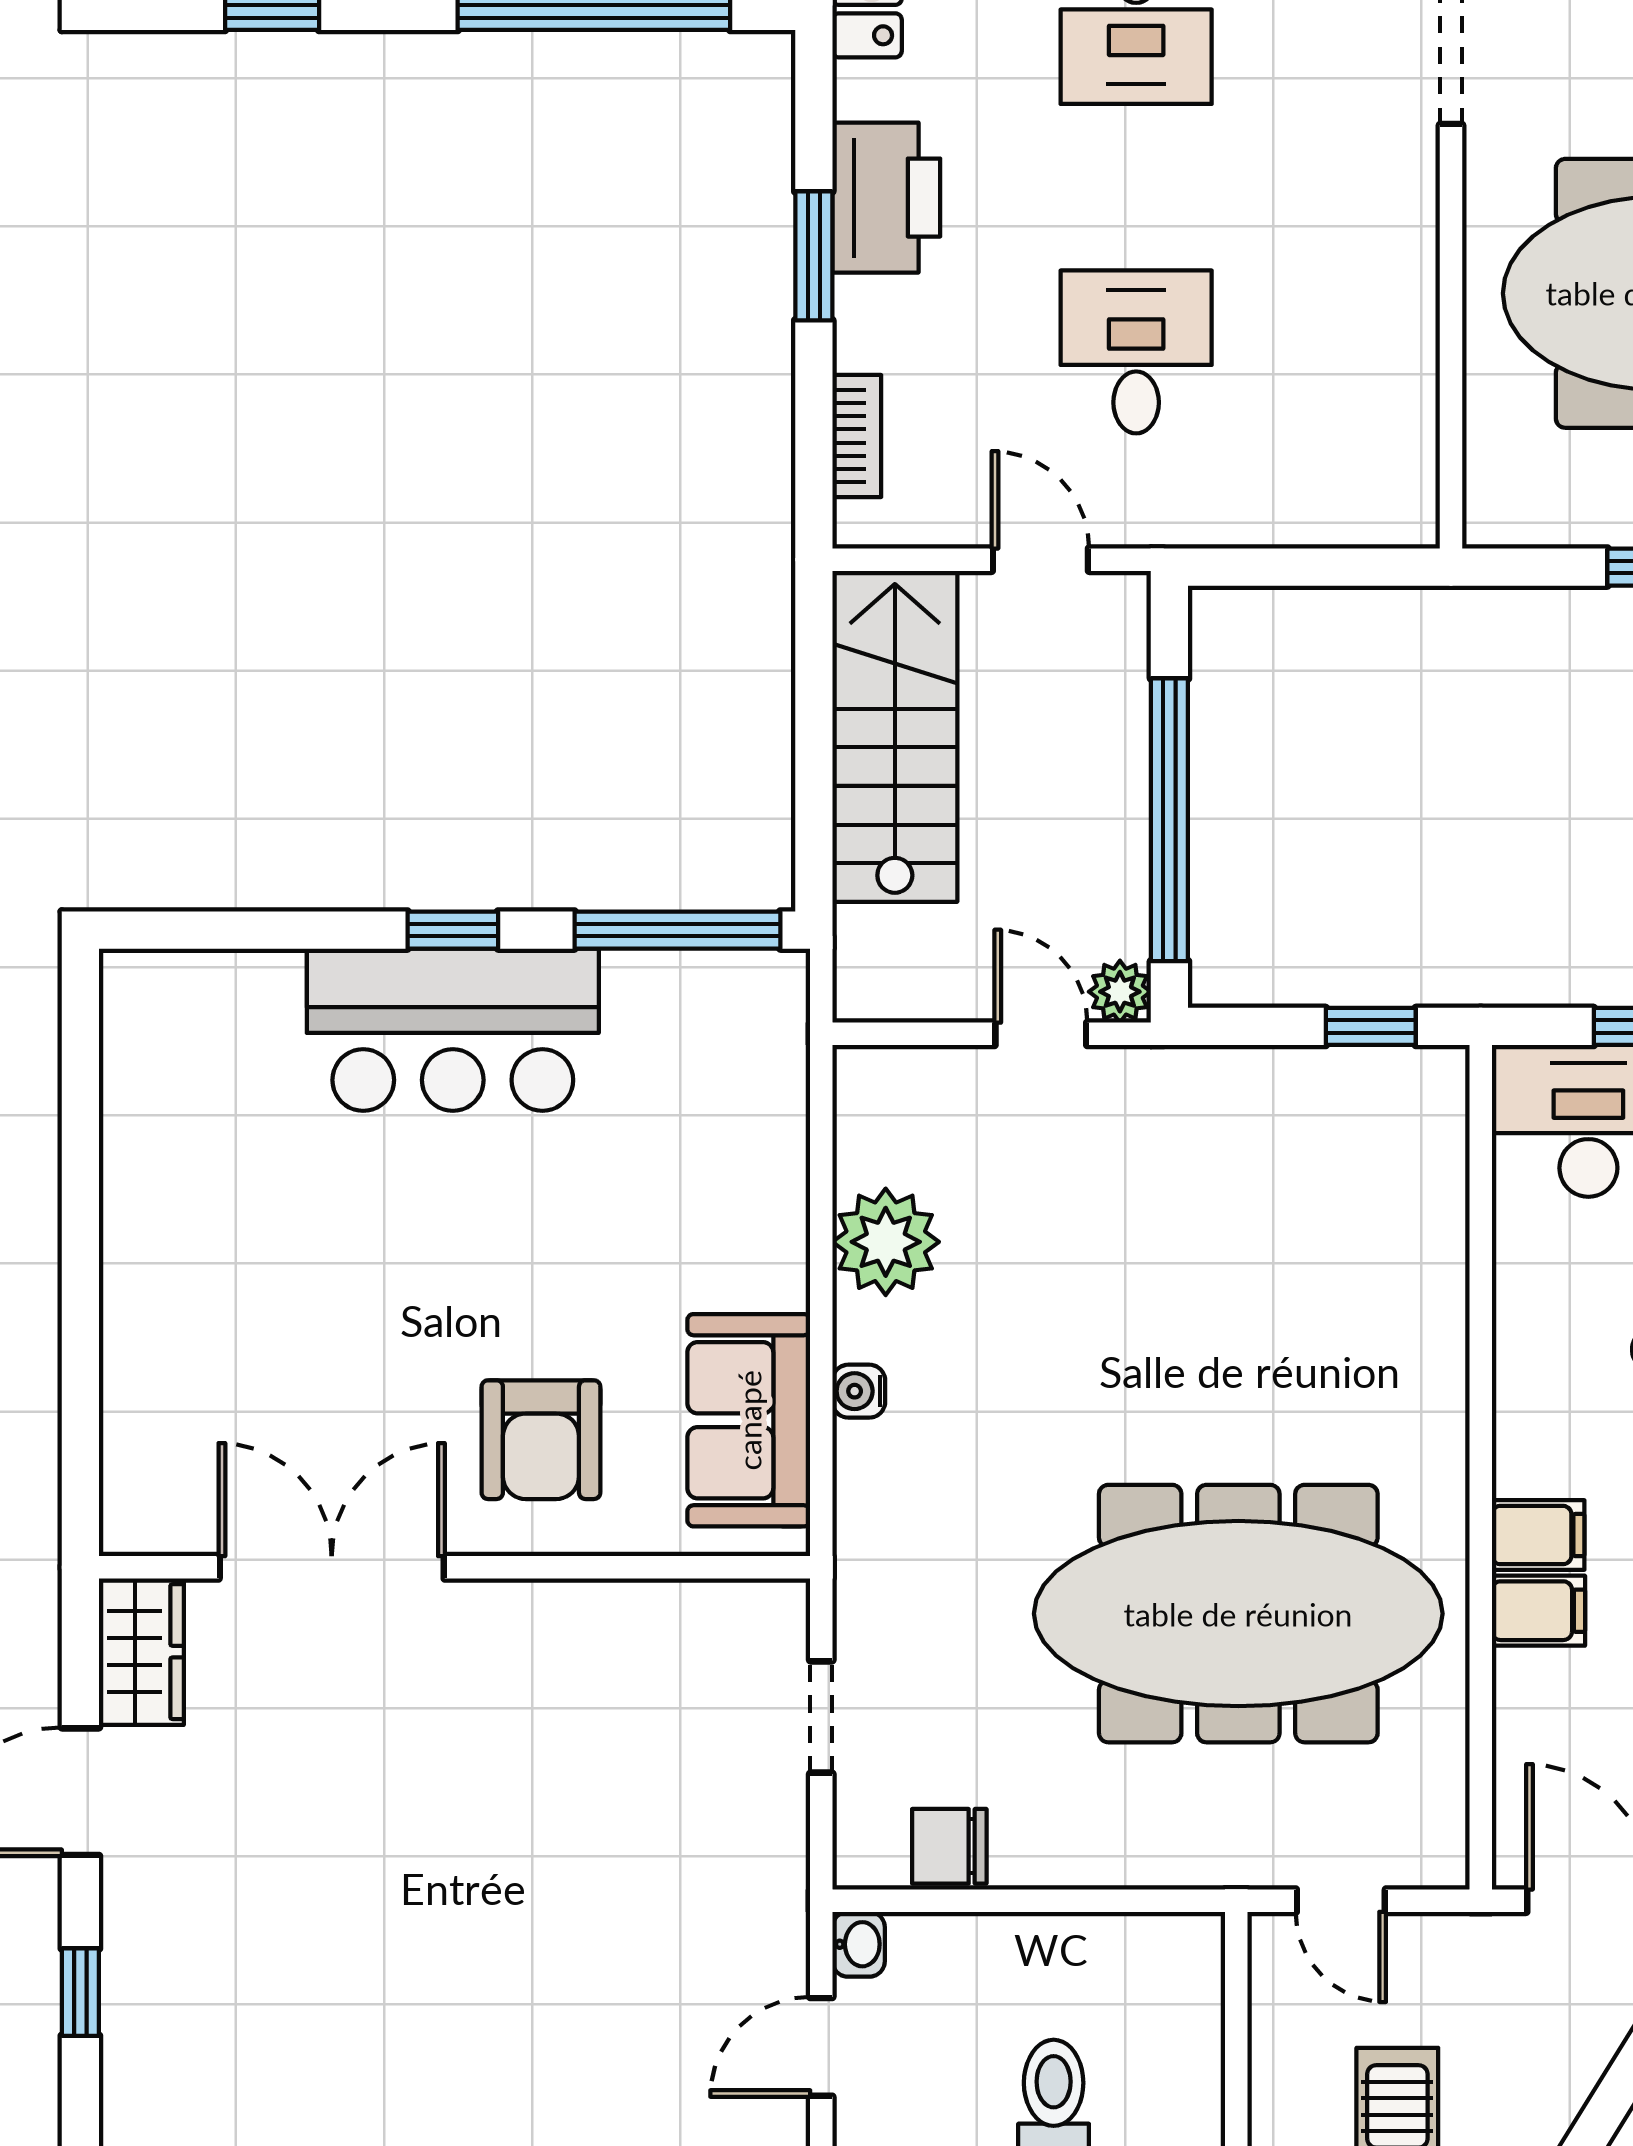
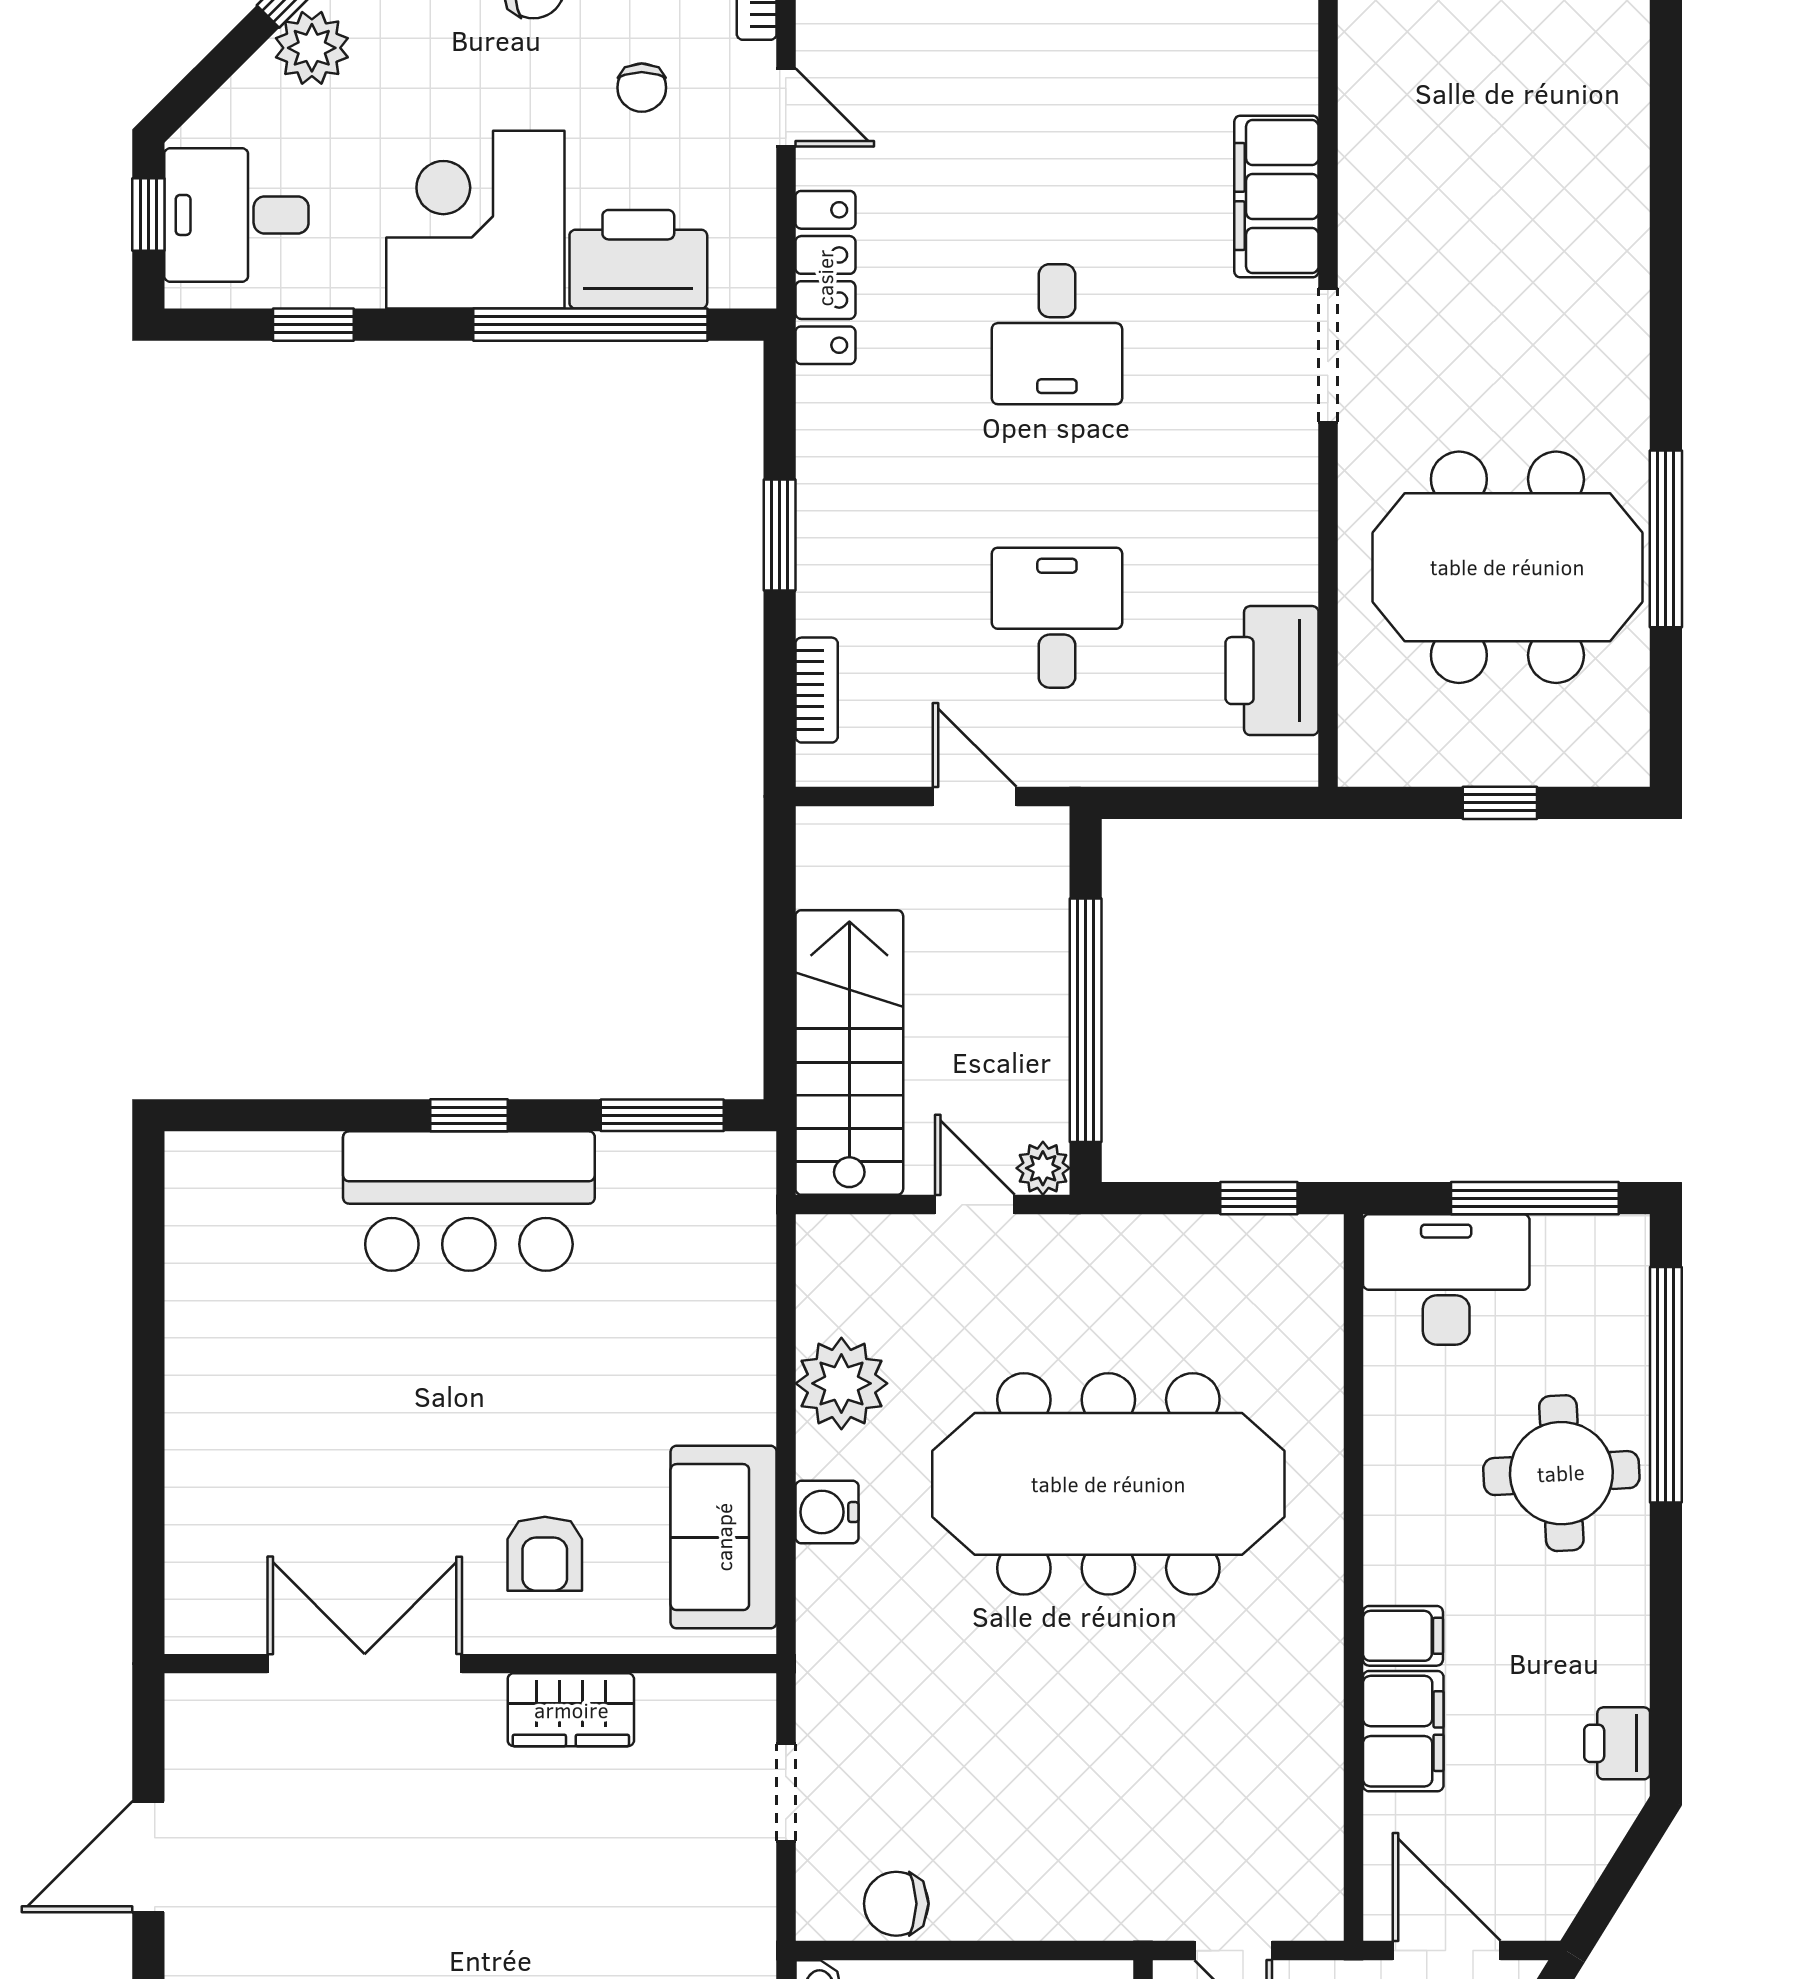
printer: (886, 198) -> (1272, 671), moved, turned 180
stairs: (895, 736) -> (849, 1053), moved
window: (677, 930) -> (662, 1115), width x0.69
water cooler: (859, 1391) -> (827, 1512), width x1.38, depth x1.38
armchair: (541, 1440) -> (545, 1554), width x0.72, depth x0.72
filing cabinet: (1538, 1611) -> (1403, 1731), width x2.00
meeting table: (1238, 1614) -> (1108, 1484), moved
wardrobe: (141, 1652) -> (571, 1710), moved, turned 90

